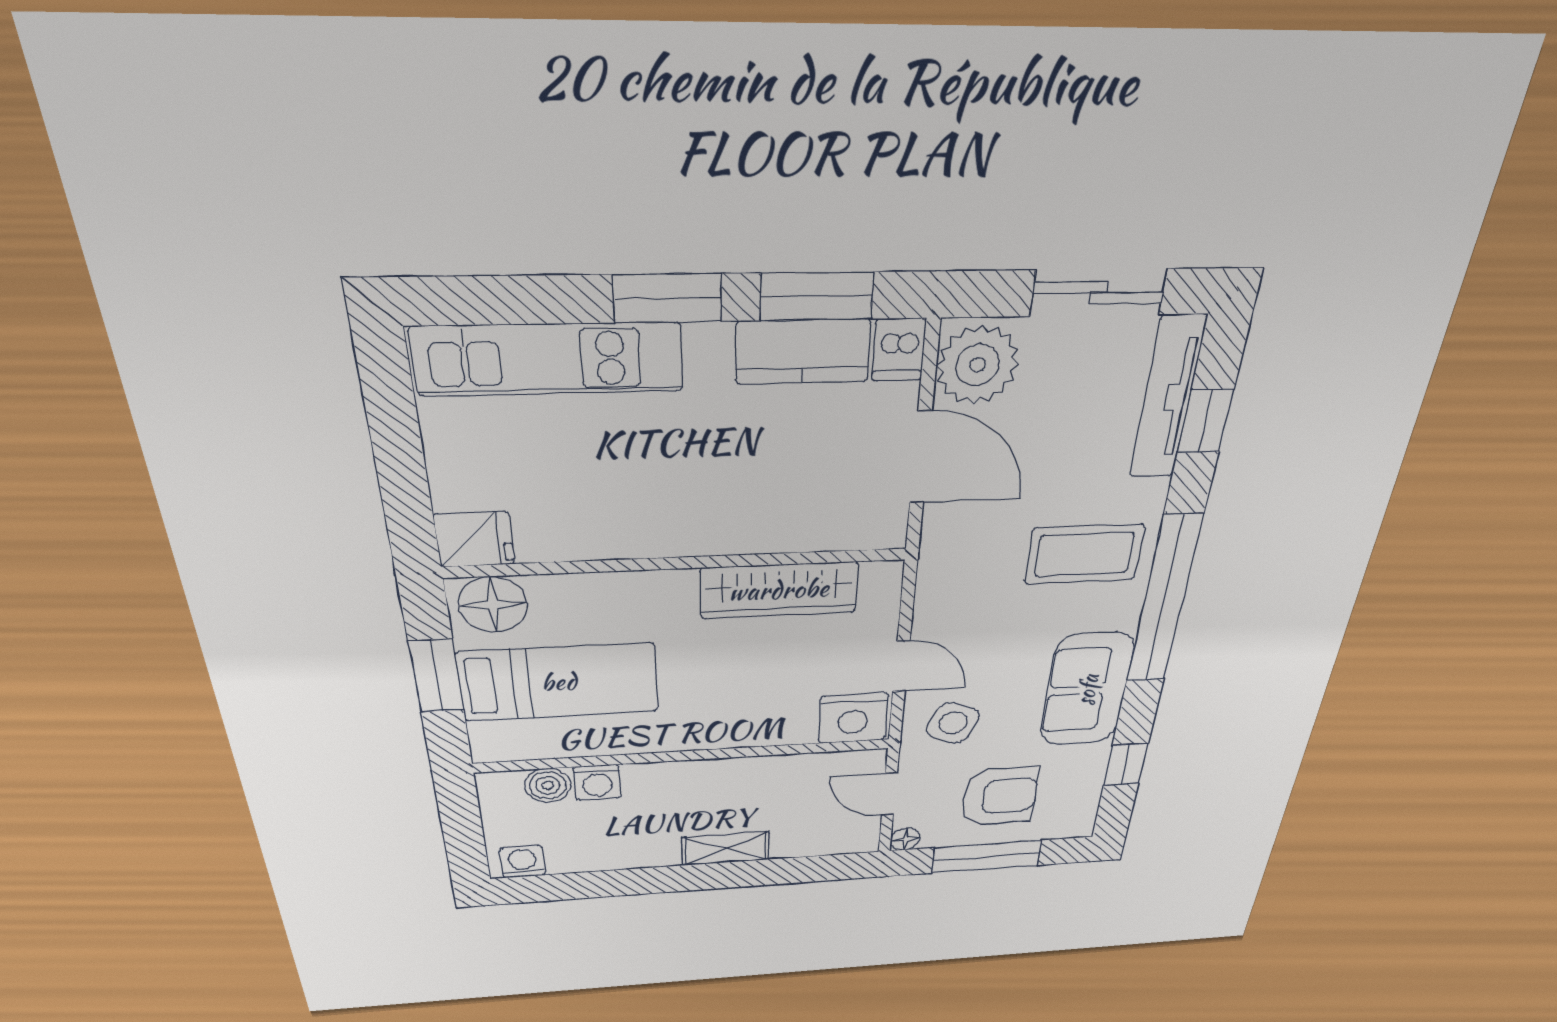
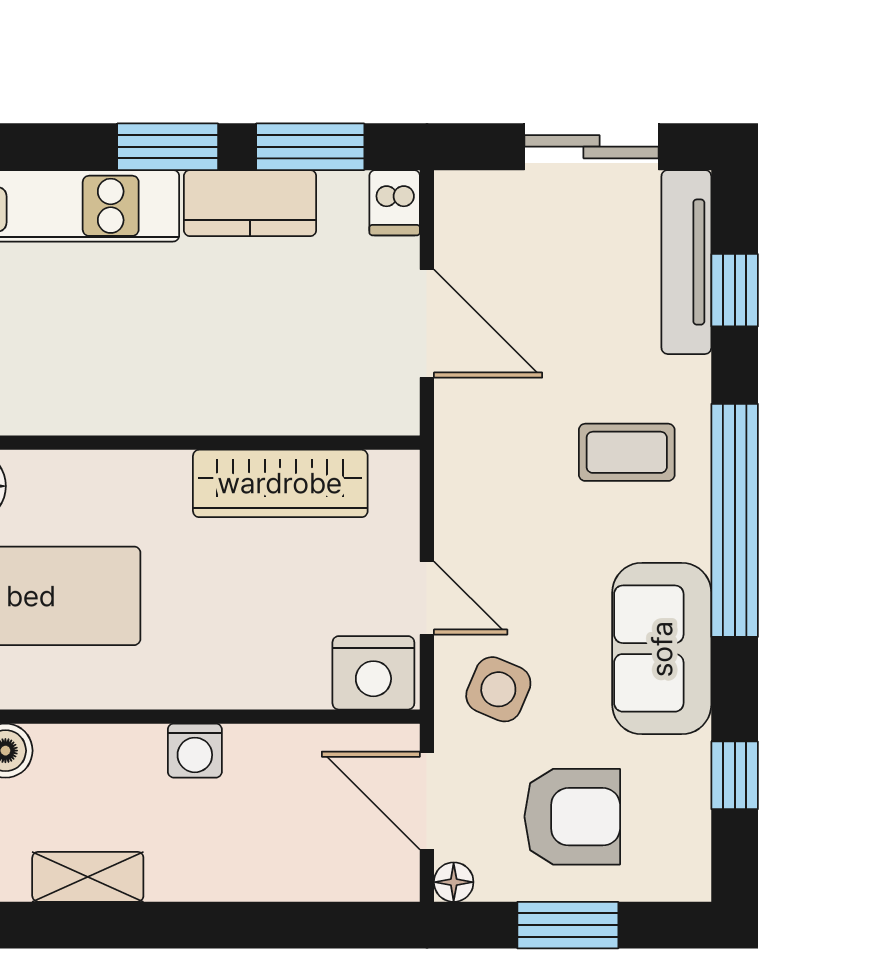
kitchen counter: (803, 352) -> (250, 203), moved
plant: (978, 365) -> (477, 221), removed
coffee table: (1084, 554) -> (627, 452), width x0.73, depth x0.77
washing machine: (597, 782) -> (195, 751), moved
door: (889, 794) -> (427, 801), width x1.38
shelving: (726, 849) -> (88, 877), moved
window: (986, 857) -> (568, 925), width x0.69

